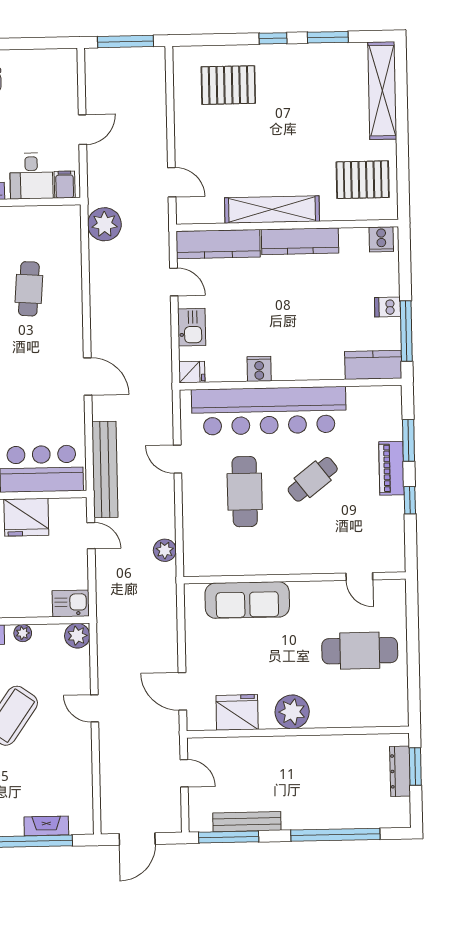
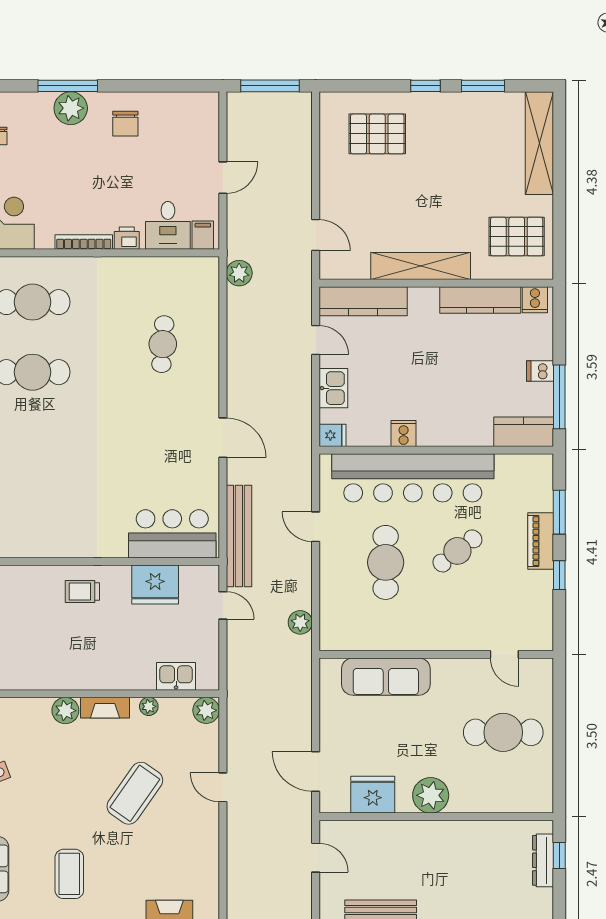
plant: (104, 224) -> (239, 273), width x0.73, depth x0.73
kitchen counter: (300, 241) -> (480, 300), moved
kitchen sink: (71, 603) -> (176, 676), moved
window: (415, 766) -> (559, 856), width x0.67

